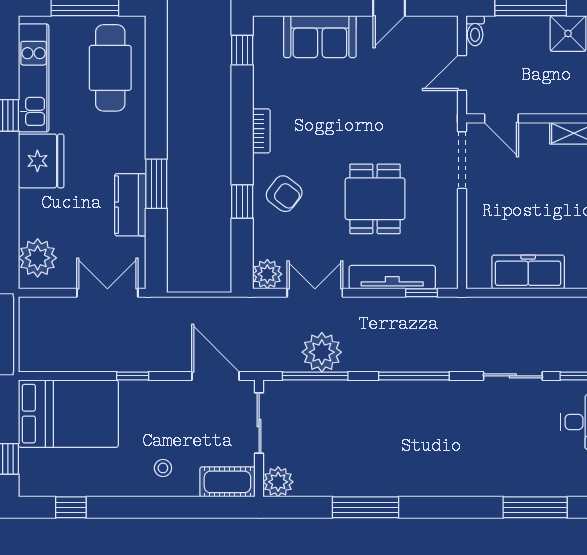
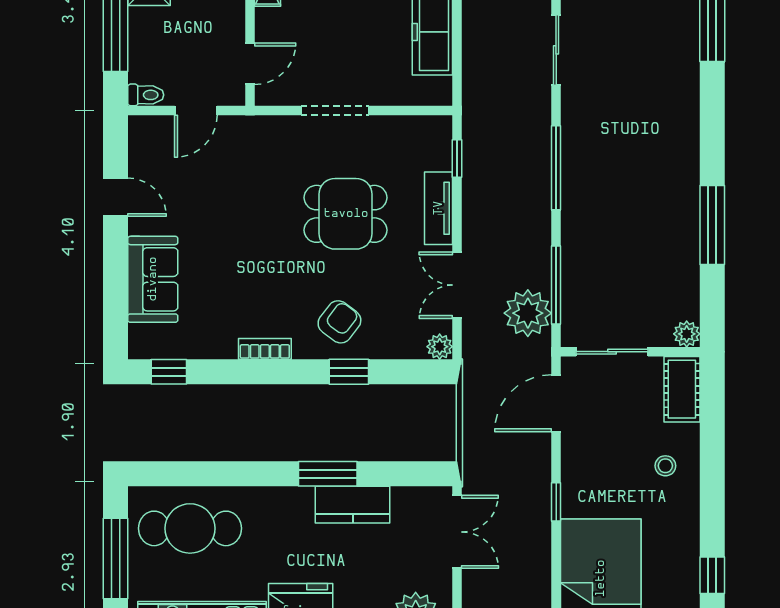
door: (462, 73) -> (196, 111), hinge flipped
doorway: (462, 160) -> (335, 111), moved
plant: (267, 274) -> (440, 347), width x0.73, depth x0.73
tv unit: (392, 277) -> (439, 208), width x0.71
double door: (107, 293) -> (457, 532), swing flipped
plant: (322, 352) -> (528, 313), moved
plant: (278, 482) -> (687, 334), width x0.73, depth x0.73

